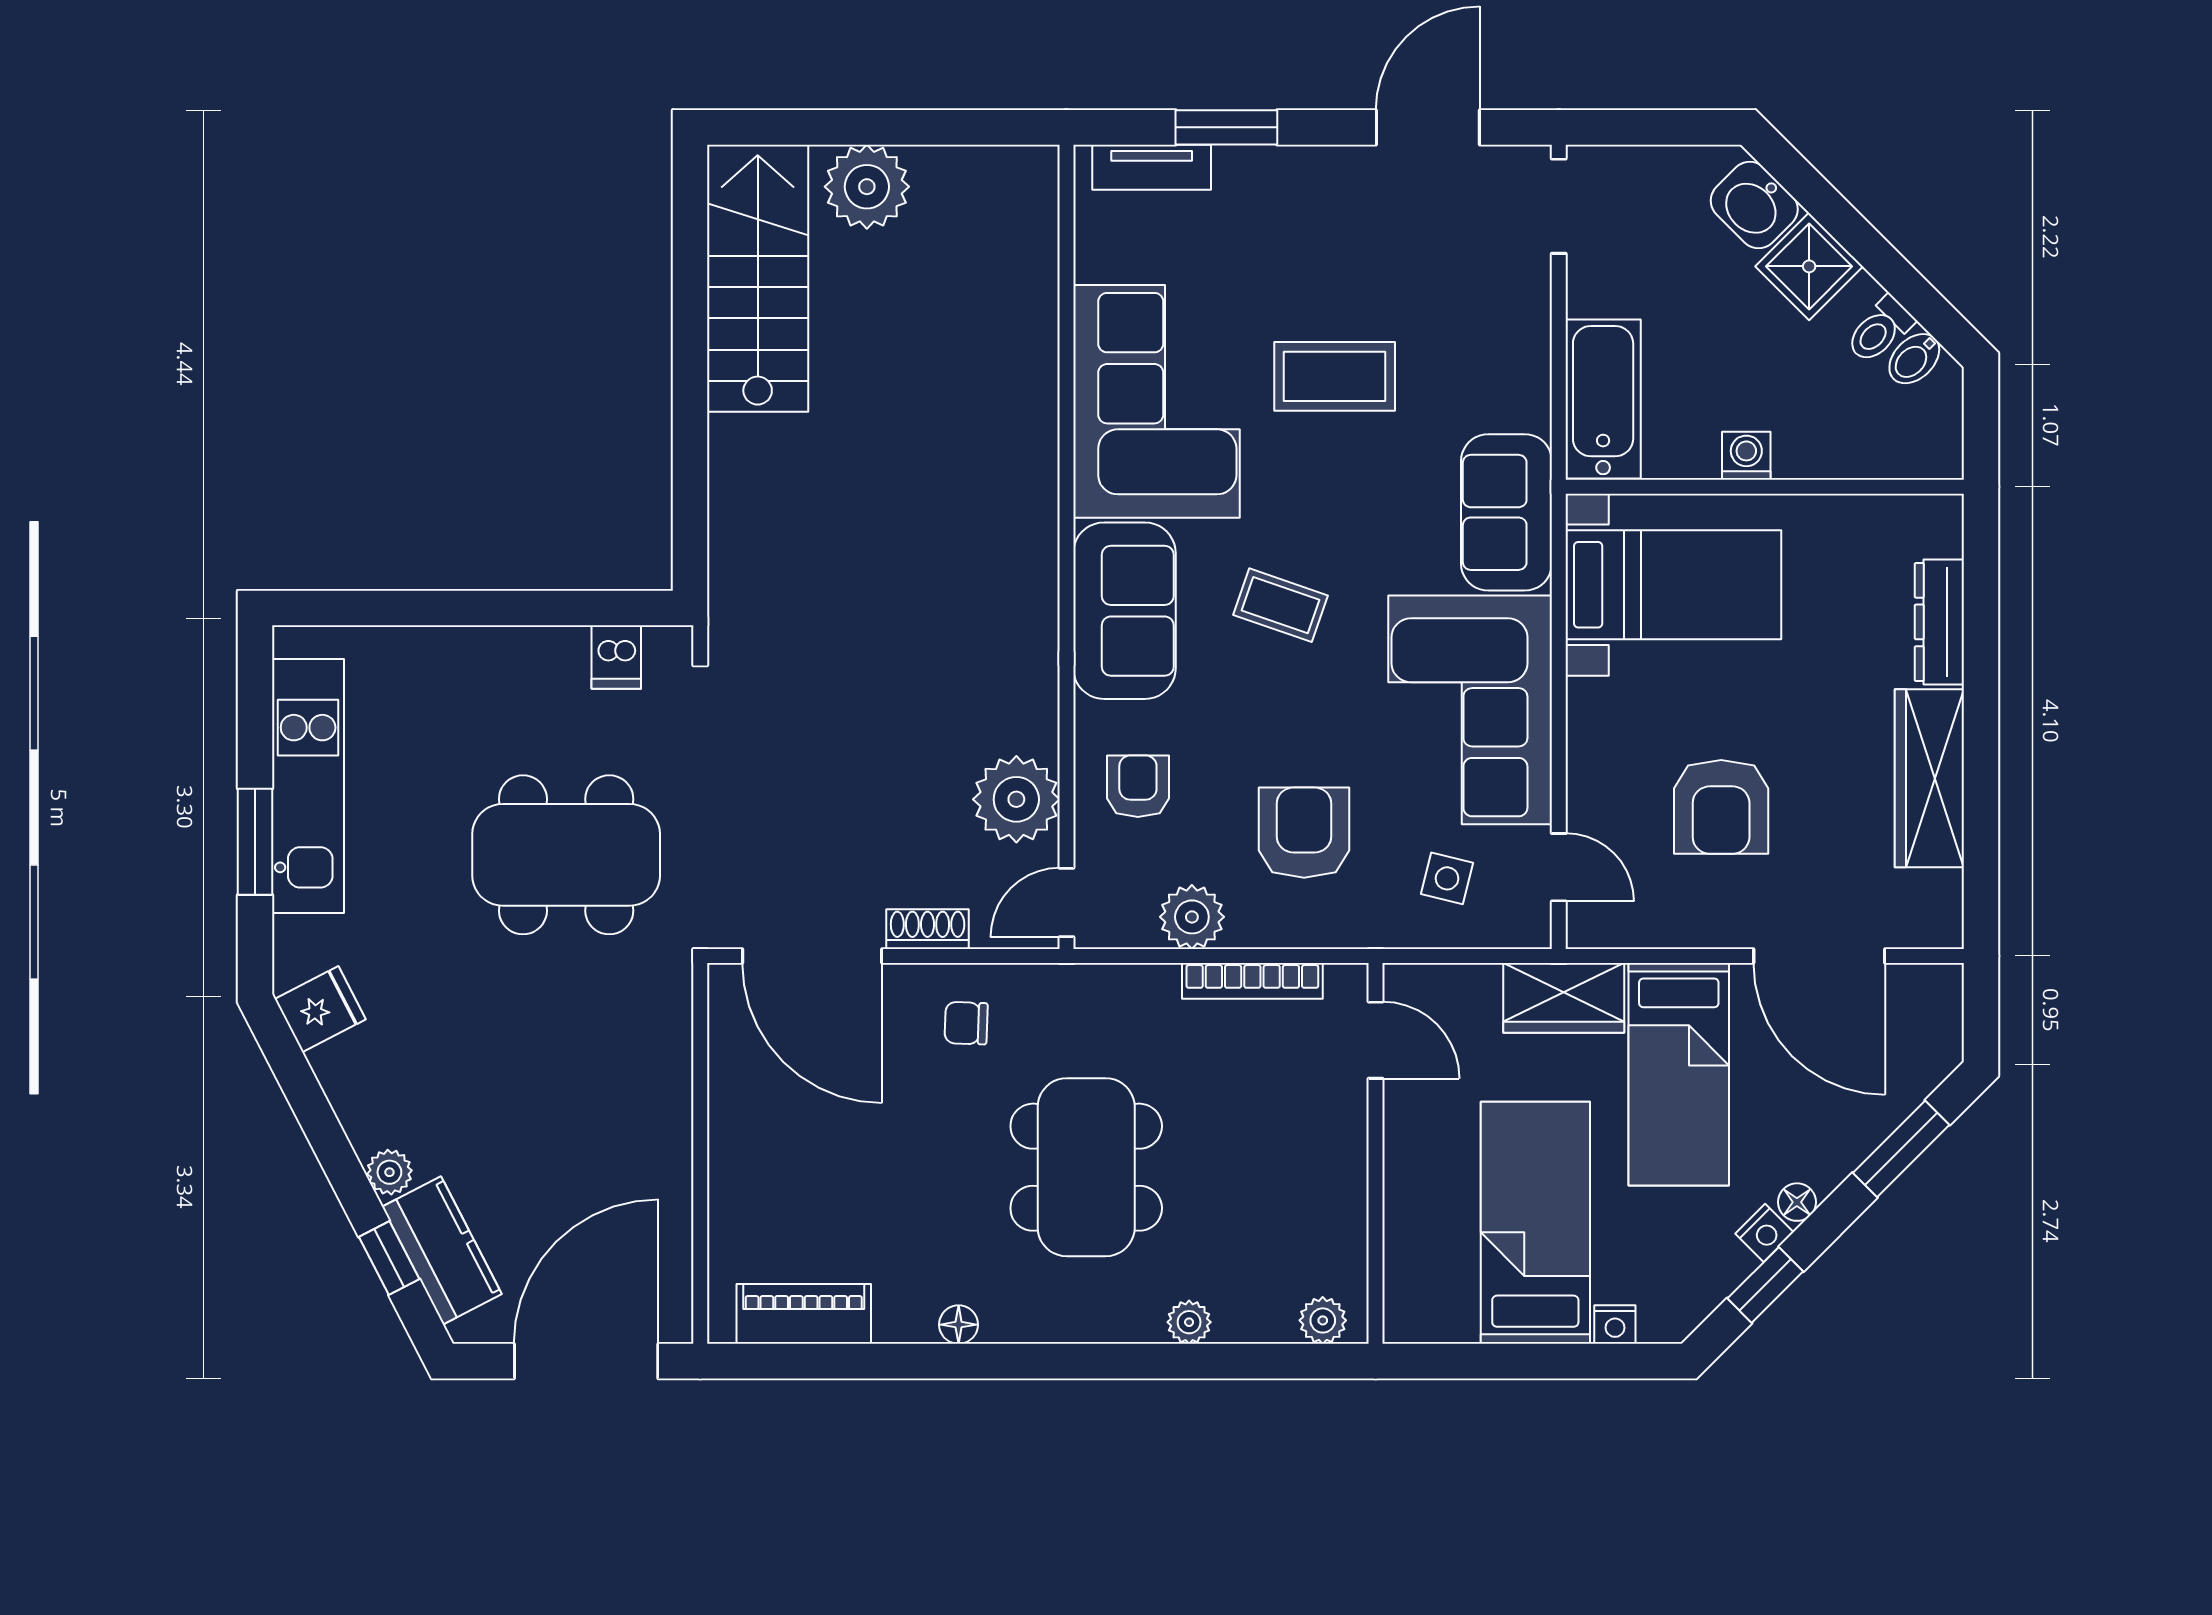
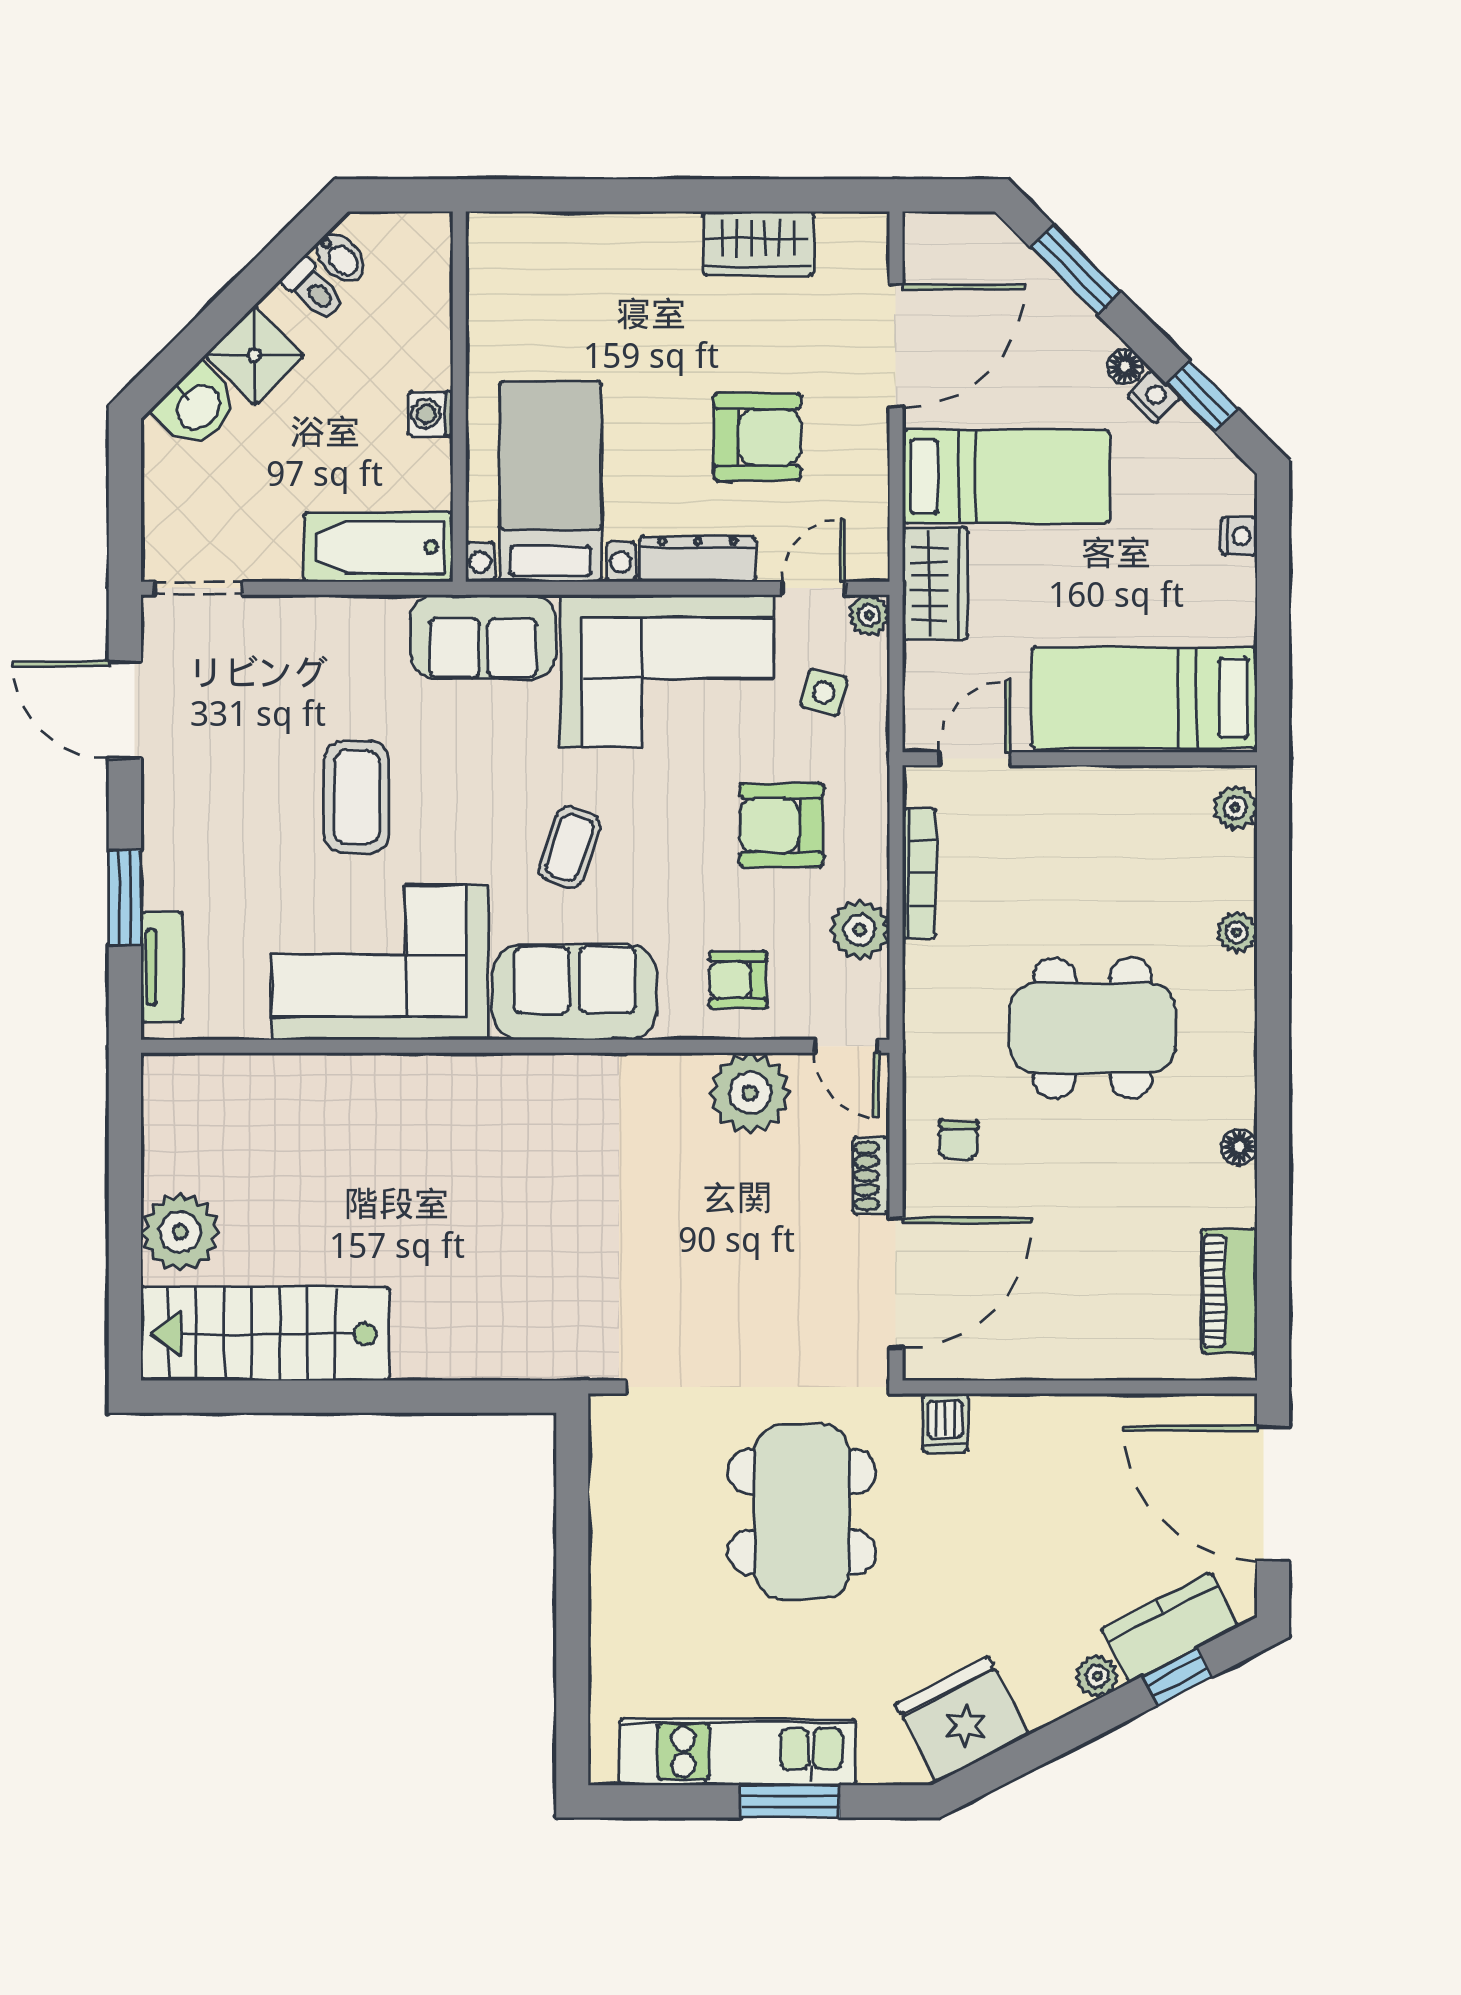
dresser: (1939, 622) -> (698, 559), moved, turned 180
dishwasher: (616, 657) -> (945, 1423), moved, turned 90
wardrobe: (1929, 778) -> (758, 243), width x0.67
plant: (1530, 927) -> (869, 615), added
fridge: (320, 1009) -> (962, 1719), width x1.88, depth x1.34
bed: (1535, 1223) -> (1144, 698), moved

